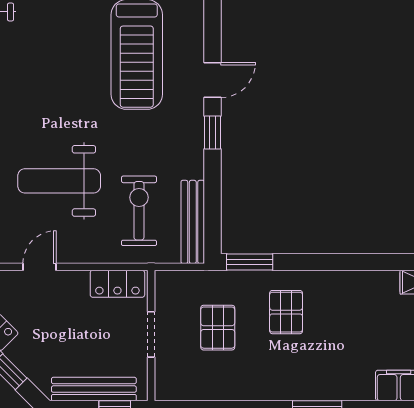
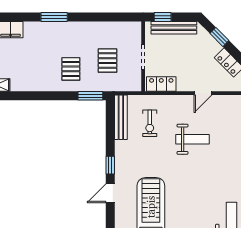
weight bench: (59, 181) -> (192, 139), width x0.73, depth x0.75
exercise bike: (139, 211) -> (150, 123), width x0.73, depth x0.72

